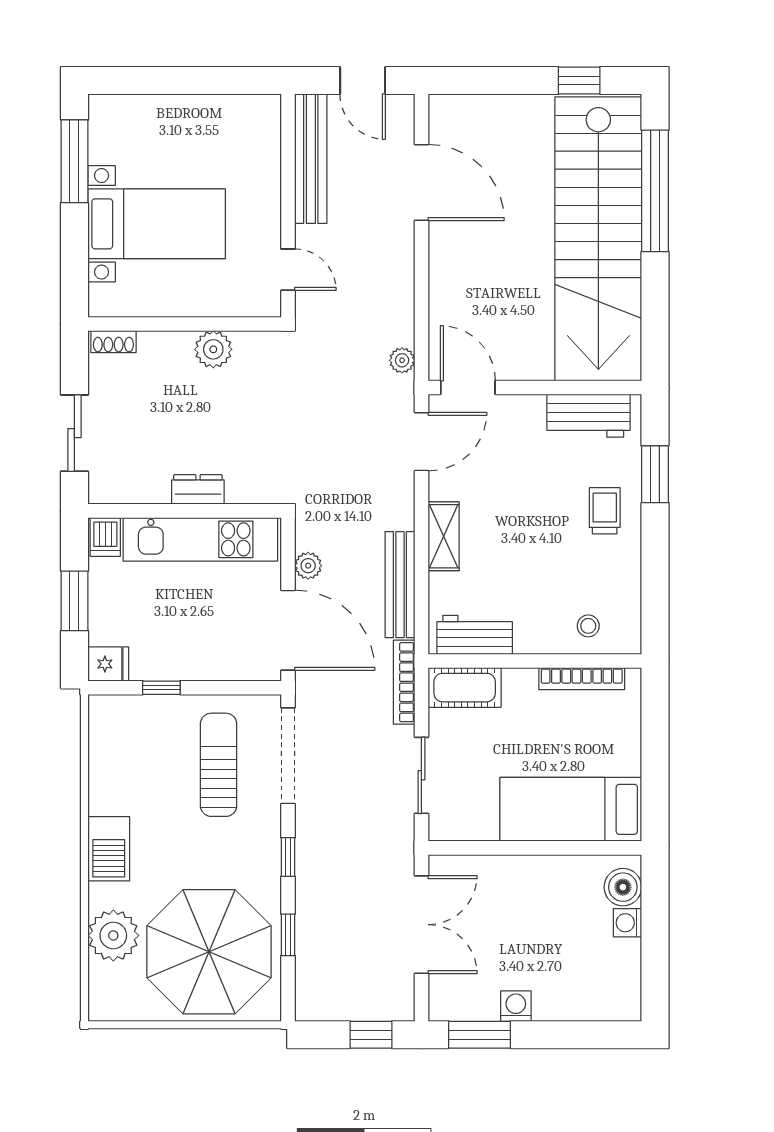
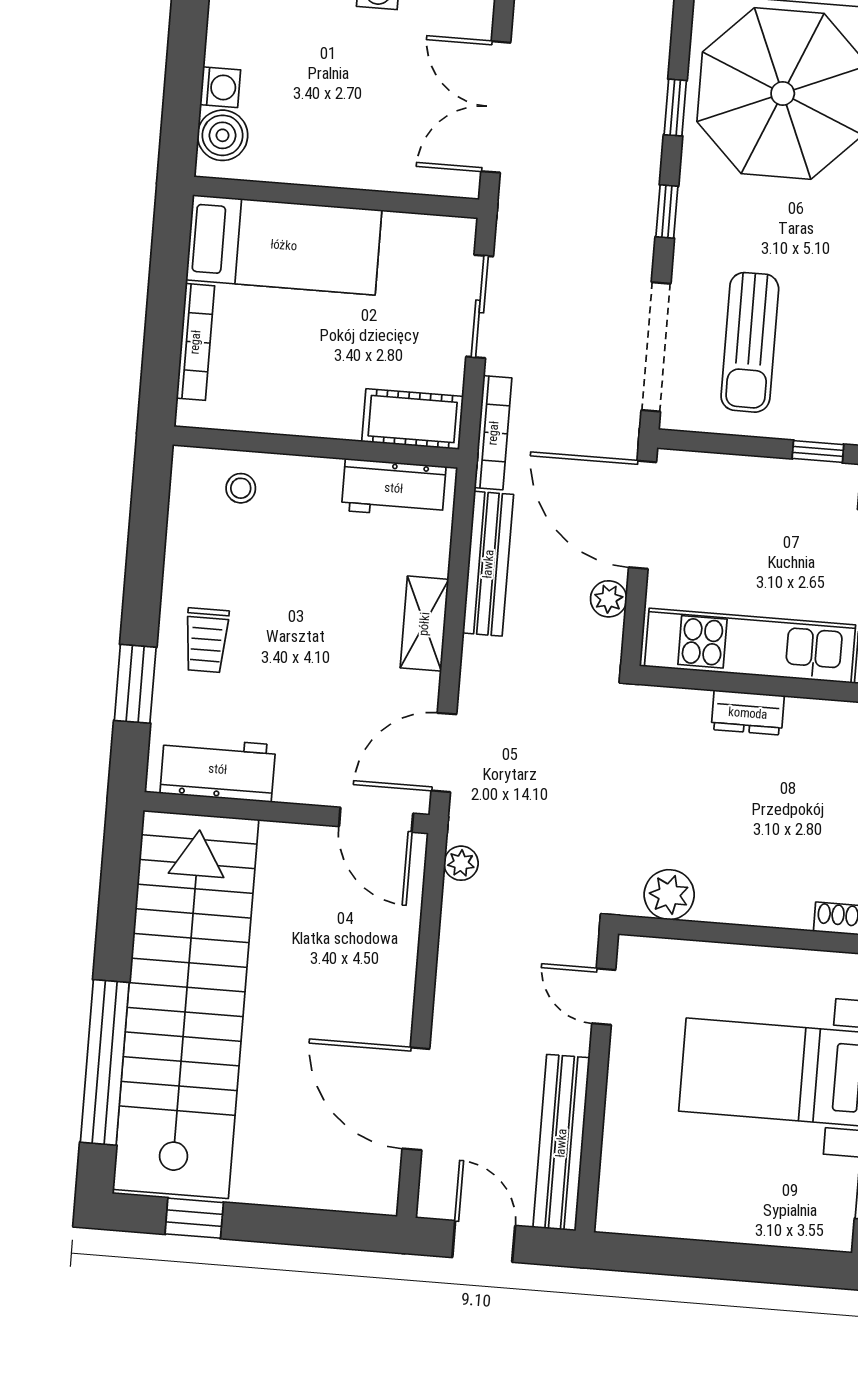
plant: (213, 349) -> (669, 895), moved
bookcase: (582, 679) -> (195, 342), moved, turned 90

